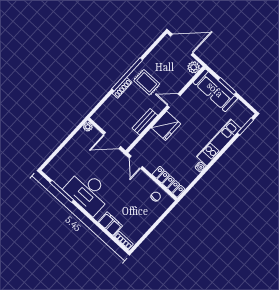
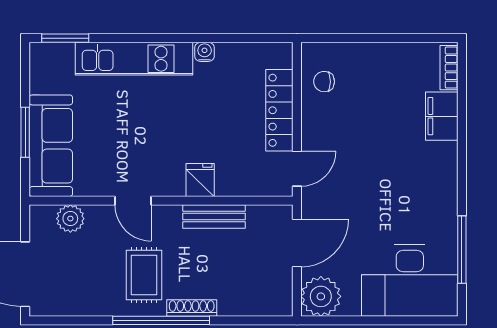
plant: (194, 67) -> (70, 219), moved
fridge: (166, 126) -> (200, 180), width x0.53, depth x0.75
plant: (88, 127) -> (321, 296), width x1.88, depth x1.88
door: (112, 140) -> (297, 243), hinge flipped
locker: (168, 182) -> (279, 110), moved
desk: (88, 192) -> (410, 280), moved, turned 90

